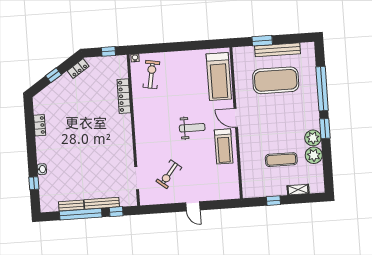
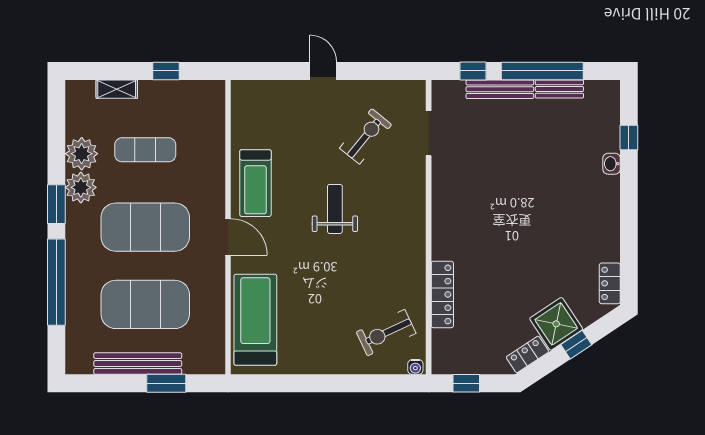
exercise bike: (151, 75) -> (386, 333), turned 55
shower: (64, 85) -> (556, 324), added
exercise mat: (278, 120) -> (145, 227), added
locker: (40, 125) -> (610, 283), moved
weight bench: (192, 128) -> (335, 209), moved, turned 90
treadmill: (224, 146) -> (255, 183), turned 180

